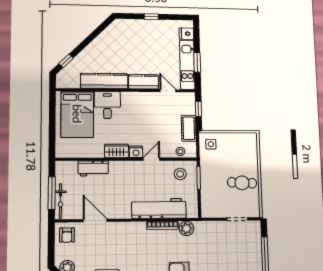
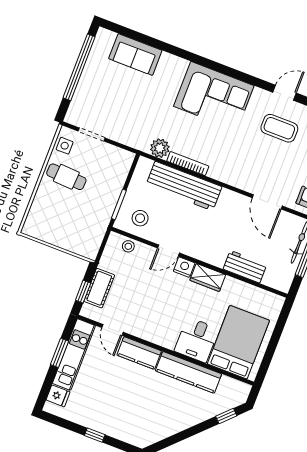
cot: (189, 128) -> (99, 288), moved
side table: (211, 144) -> (65, 146), moved

